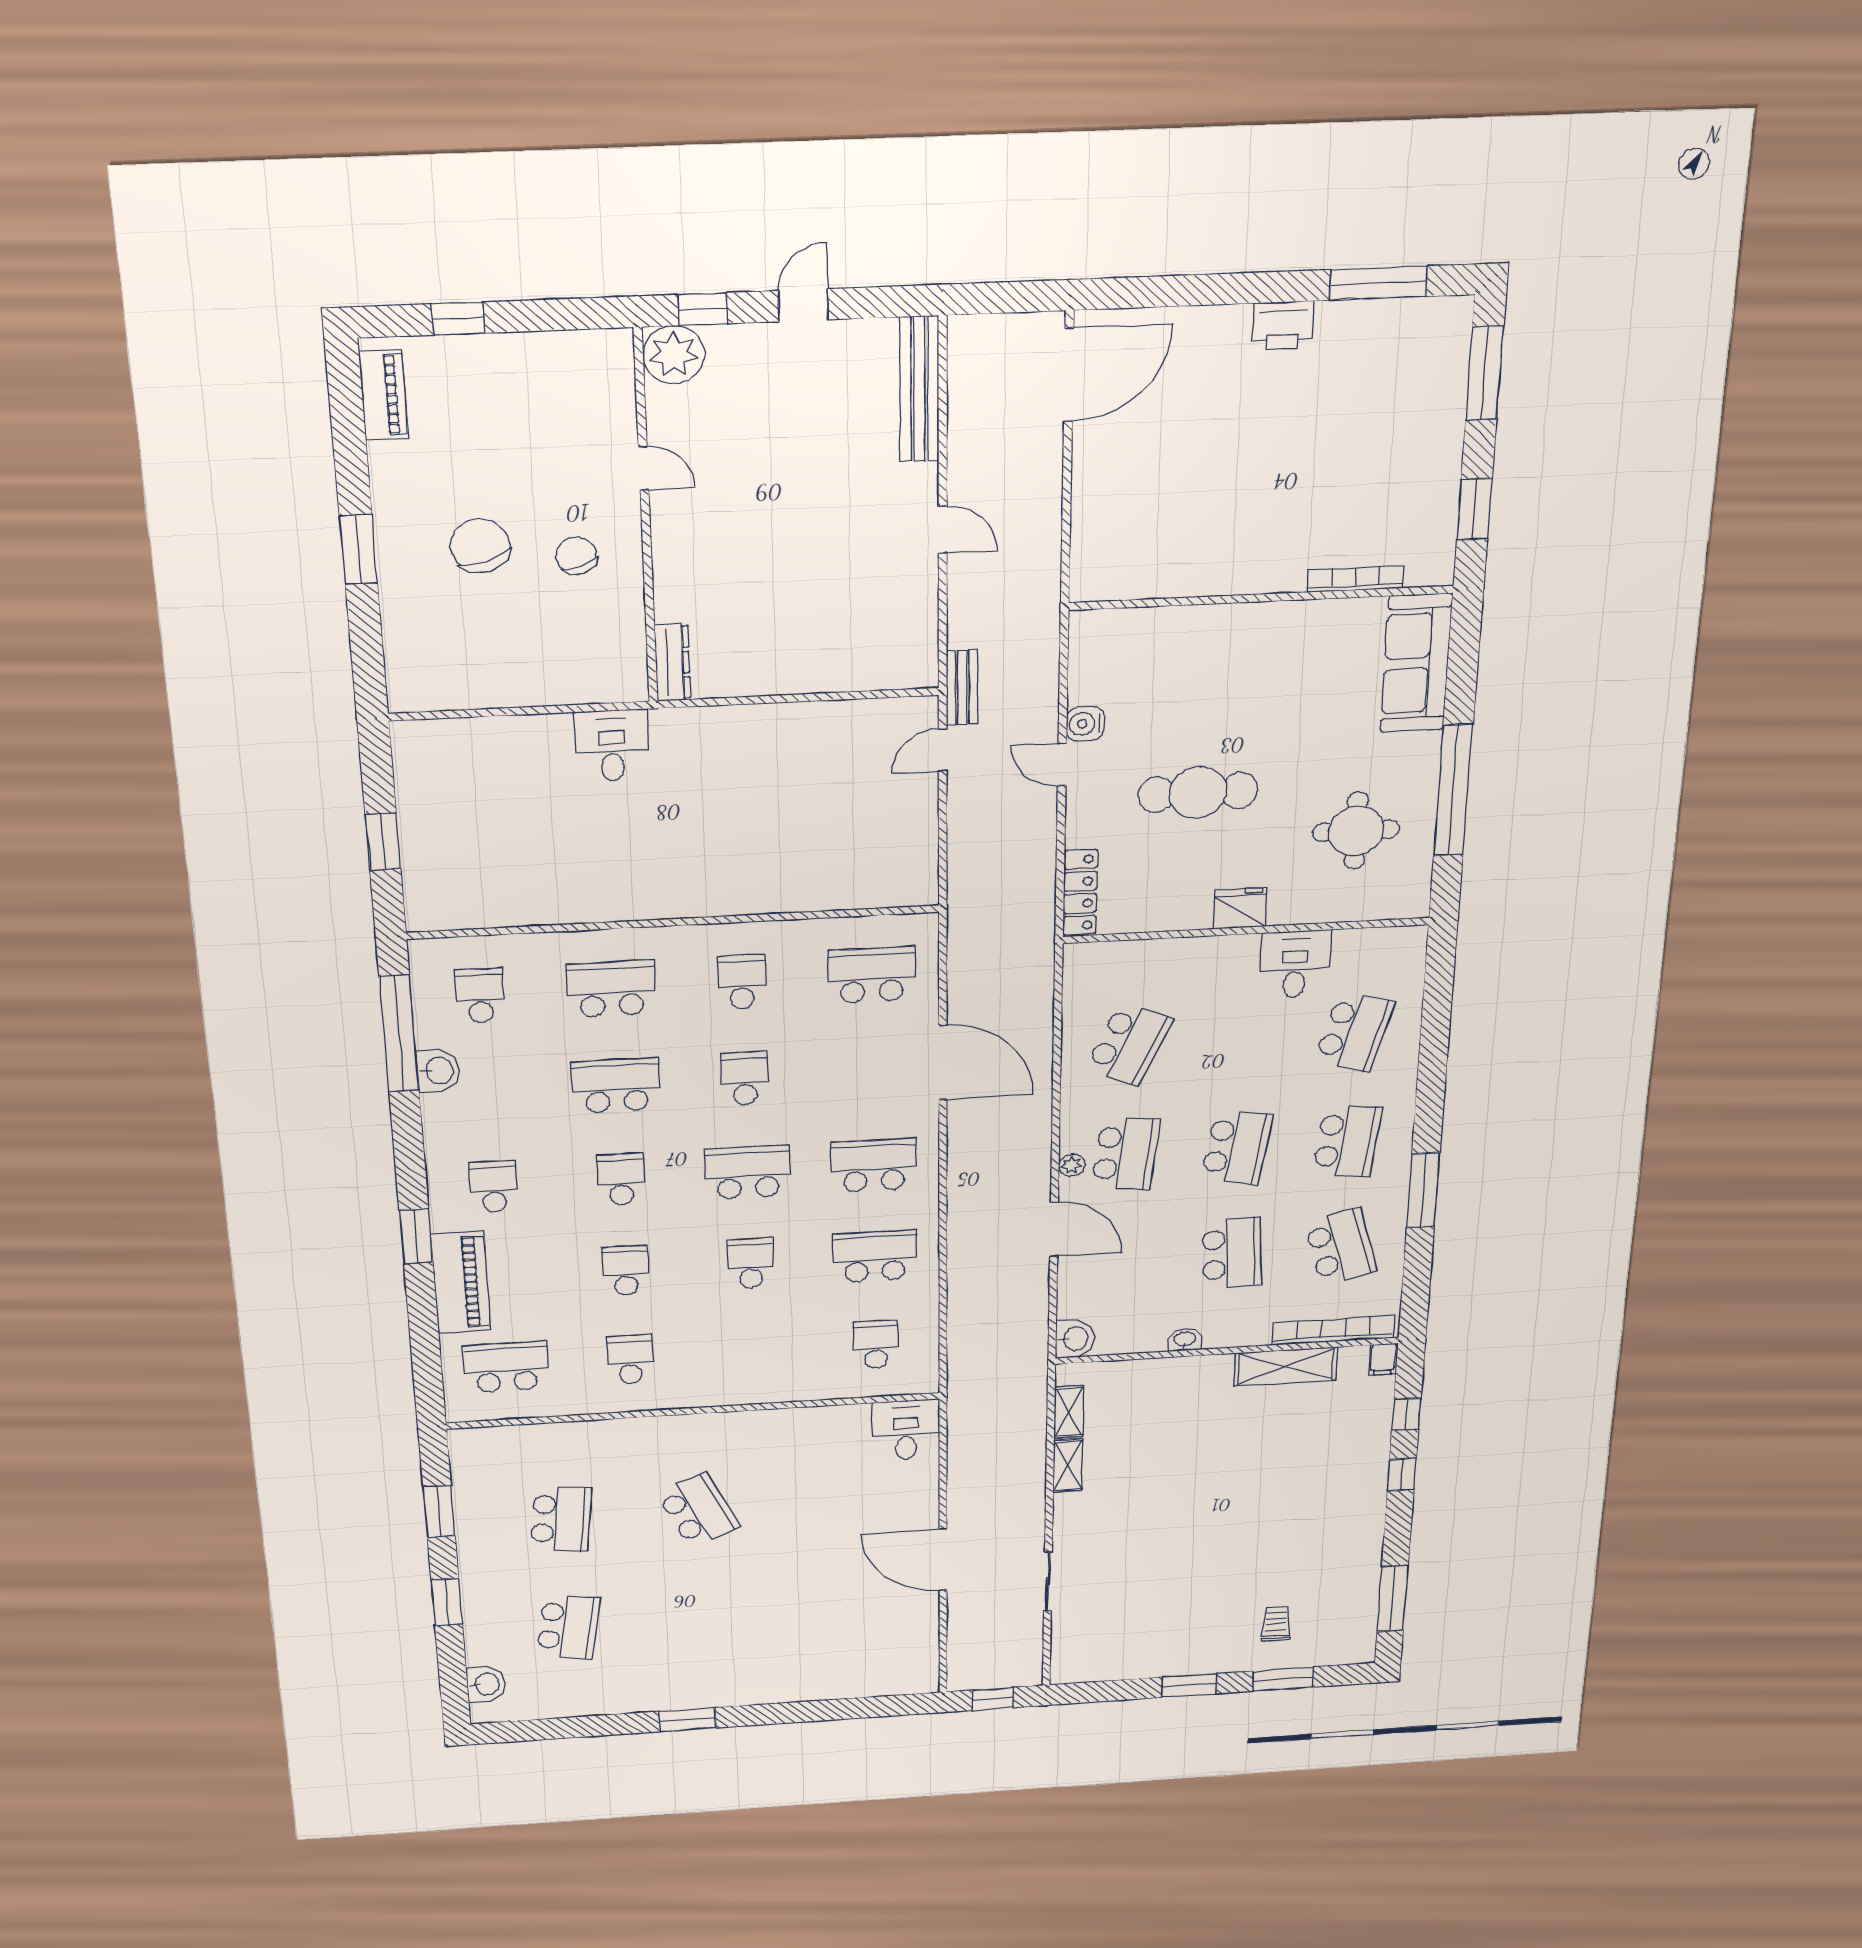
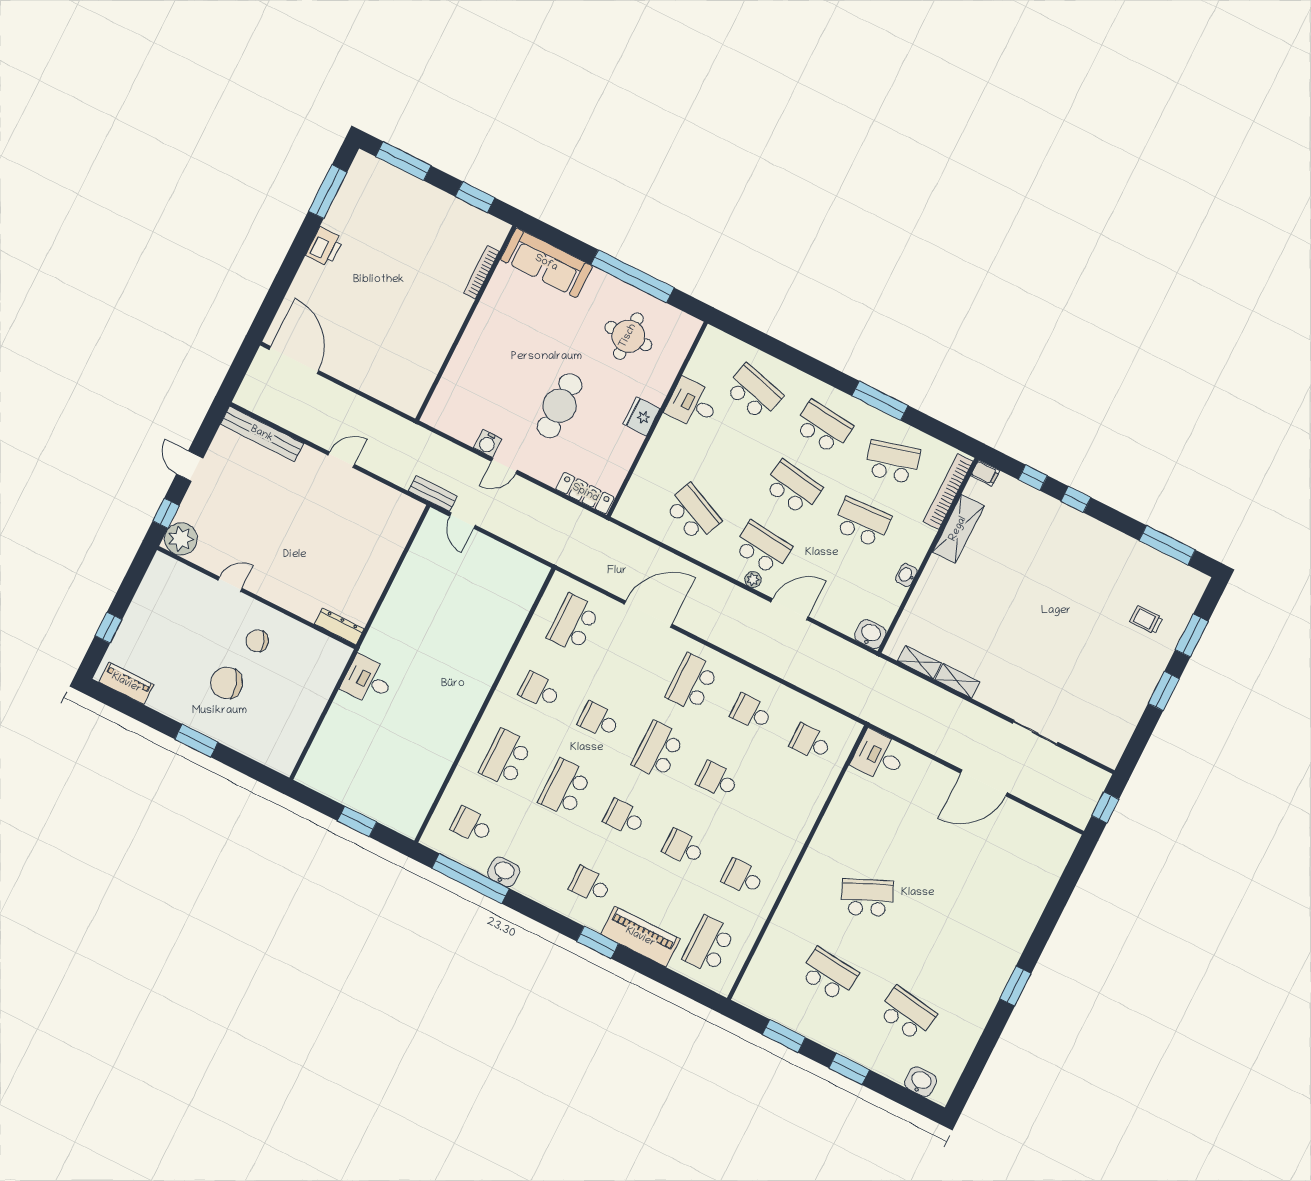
school desk: (875, 1256) -> (751, 712), width x0.54

